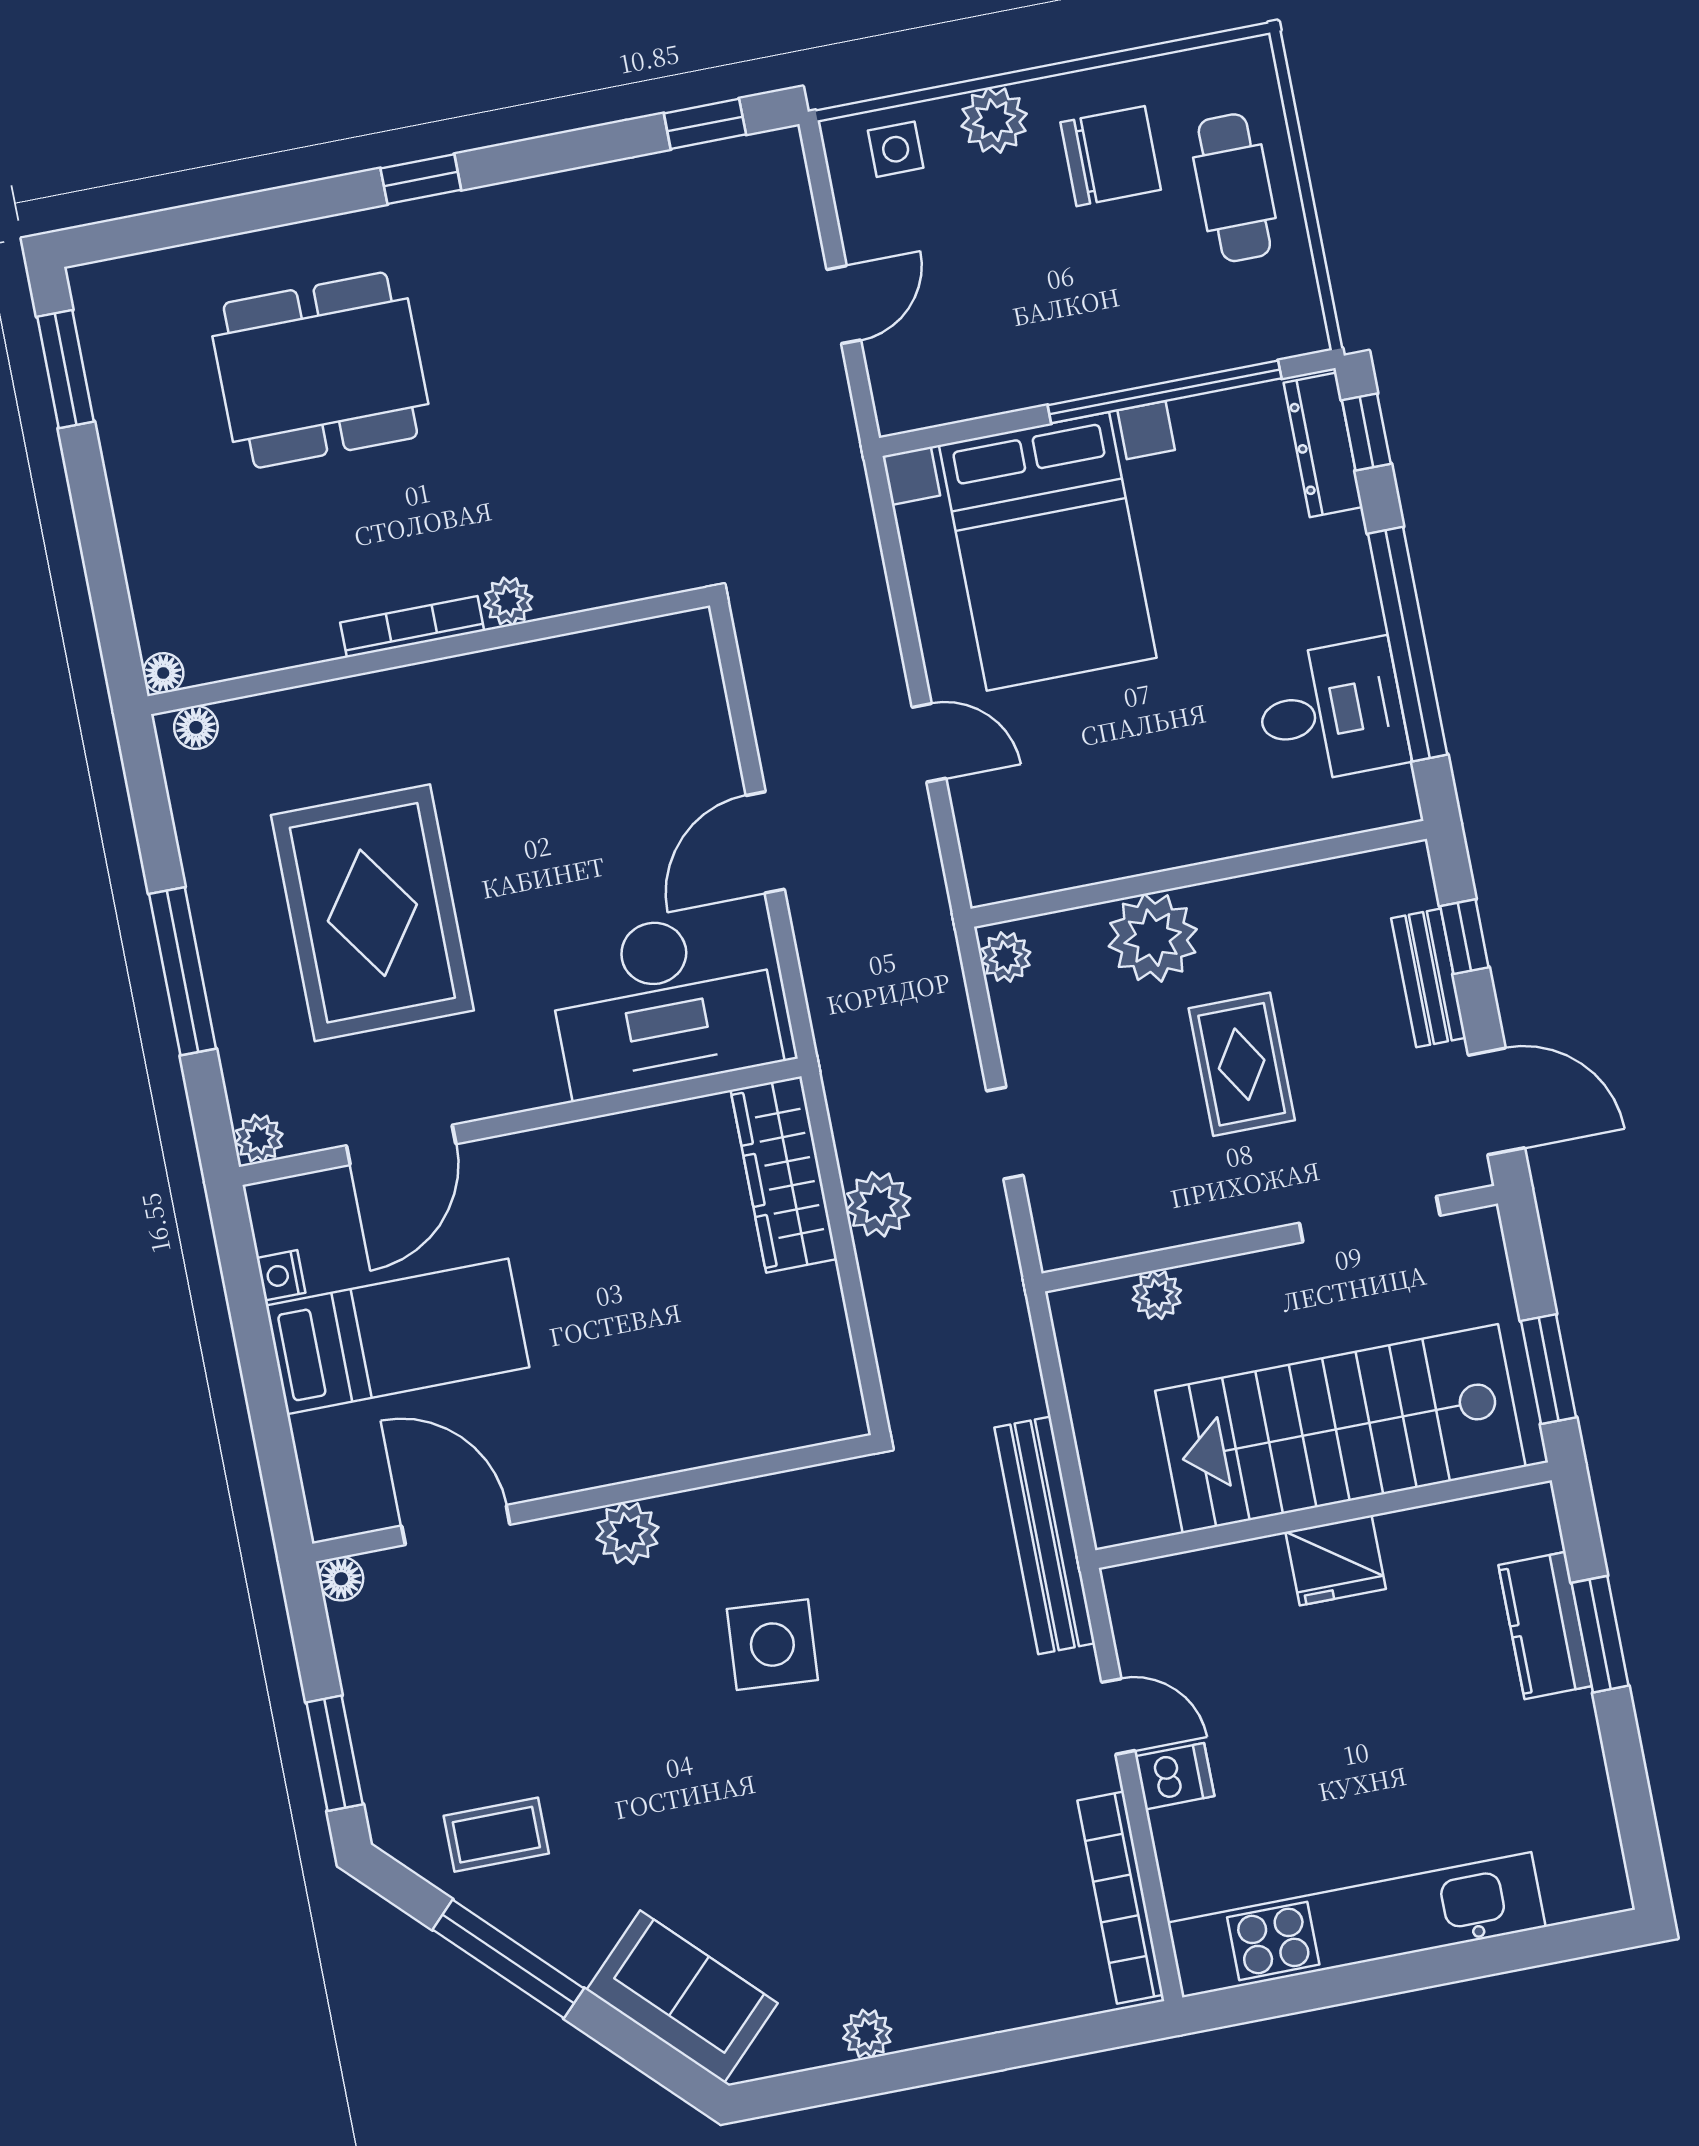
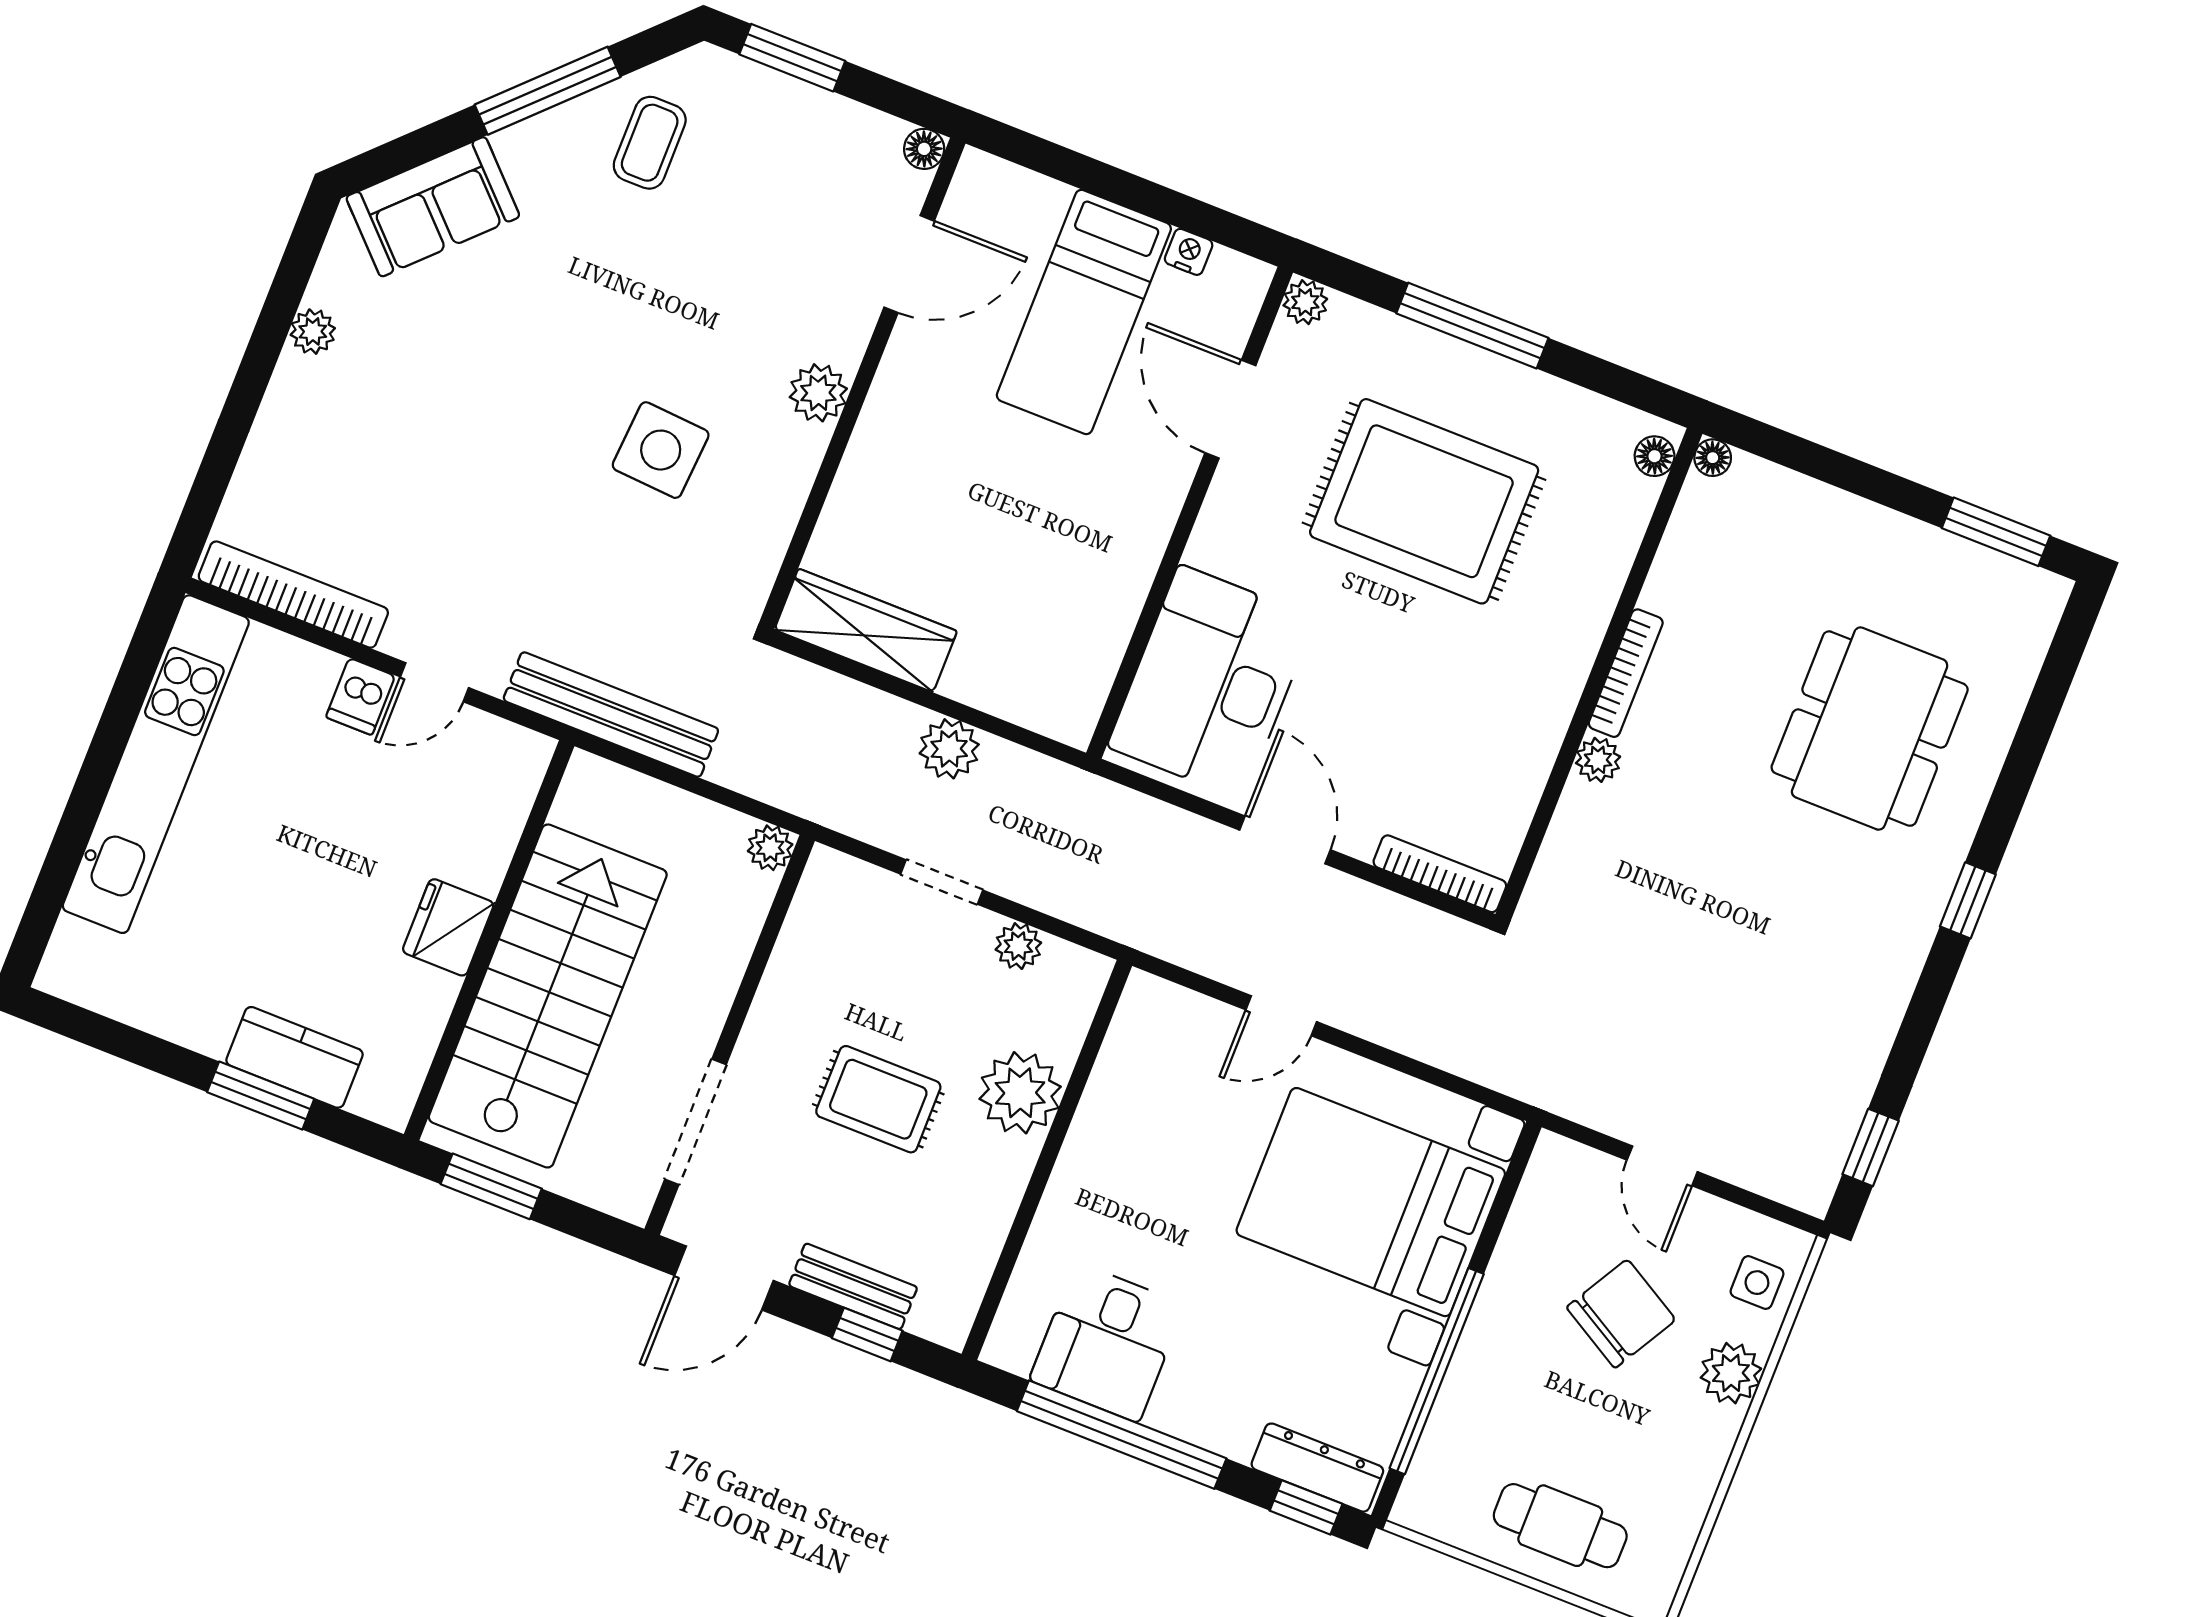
chair: (1111, 156) -> (1621, 1314), moved, turned -150
bookcase: (706, 680) -> (1440, 874), added
plant: (1006, 957) -> (1018, 946), moved
wardrobe: (784, 1175) -> (866, 630), moved
plant: (1157, 1295) -> (770, 848), moved

